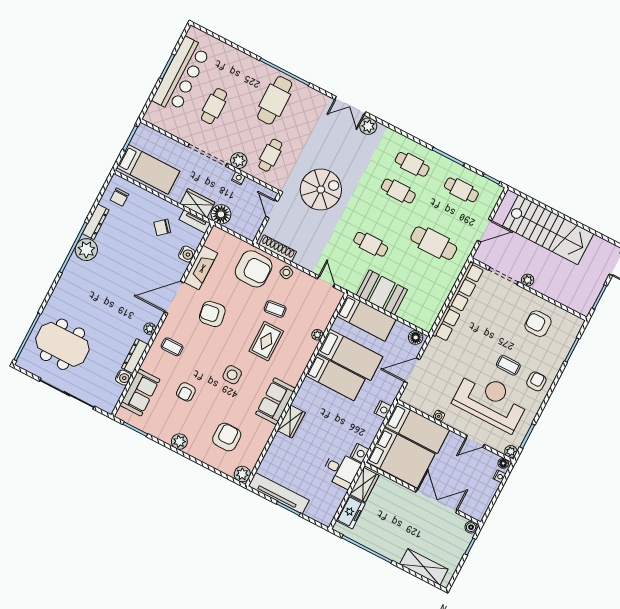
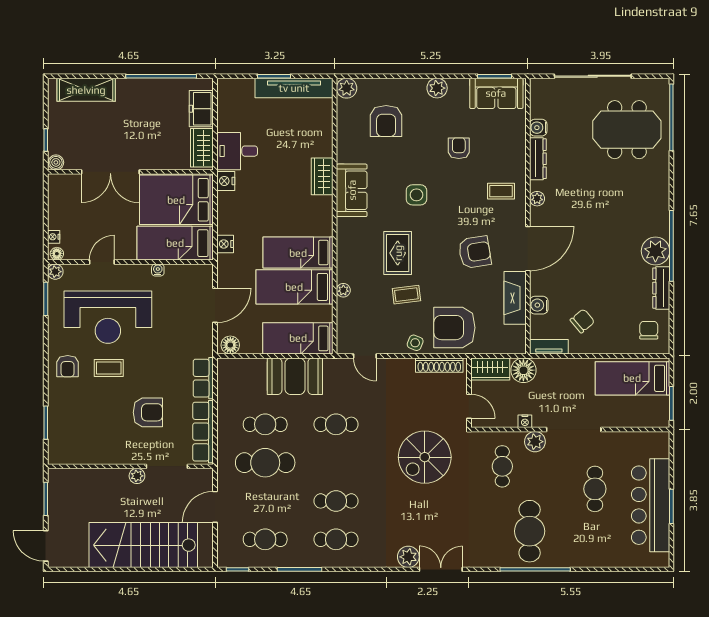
wardrobe: (197, 203) -> (490, 369), moved
cafe table: (420, 270) -> (265, 424), added
armchair: (538, 324) -> (148, 412), moved
sofa: (140, 392) -> (496, 93), moved, turned -90

